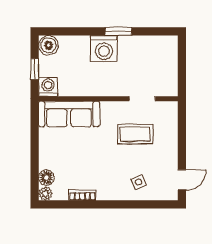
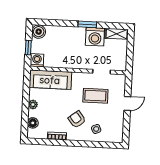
shelving: (161, 43) -> (117, 34), added
washing machine: (104, 49) -> (95, 37), moved
armchair: (110, 170) -> (77, 119), added
door: (182, 180) -> (127, 103), moved
plant: (45, 194) -> (33, 104), moved

